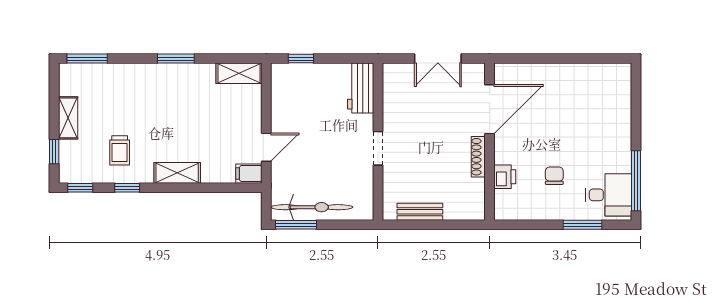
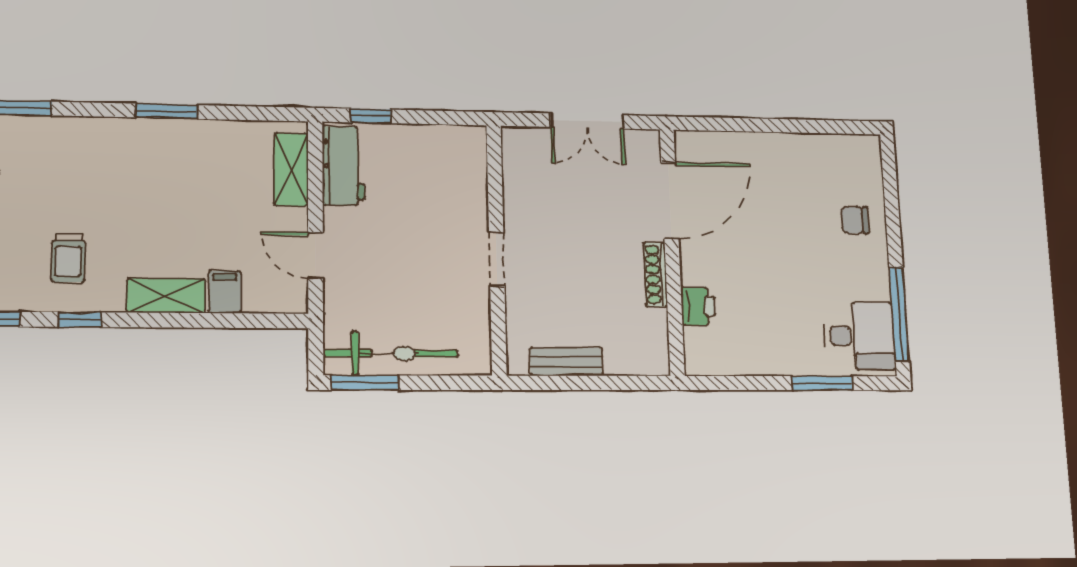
shelving: (239, 73) -> (291, 169), moved, turned 90
workbench: (361, 88) -> (343, 166), moved, turned 180
door: (266, 147) -> (315, 255), swing flipped
filing cabinet: (249, 174) -> (225, 292), moved, turned 90
chair: (554, 176) -> (855, 220), moved, turned -90

